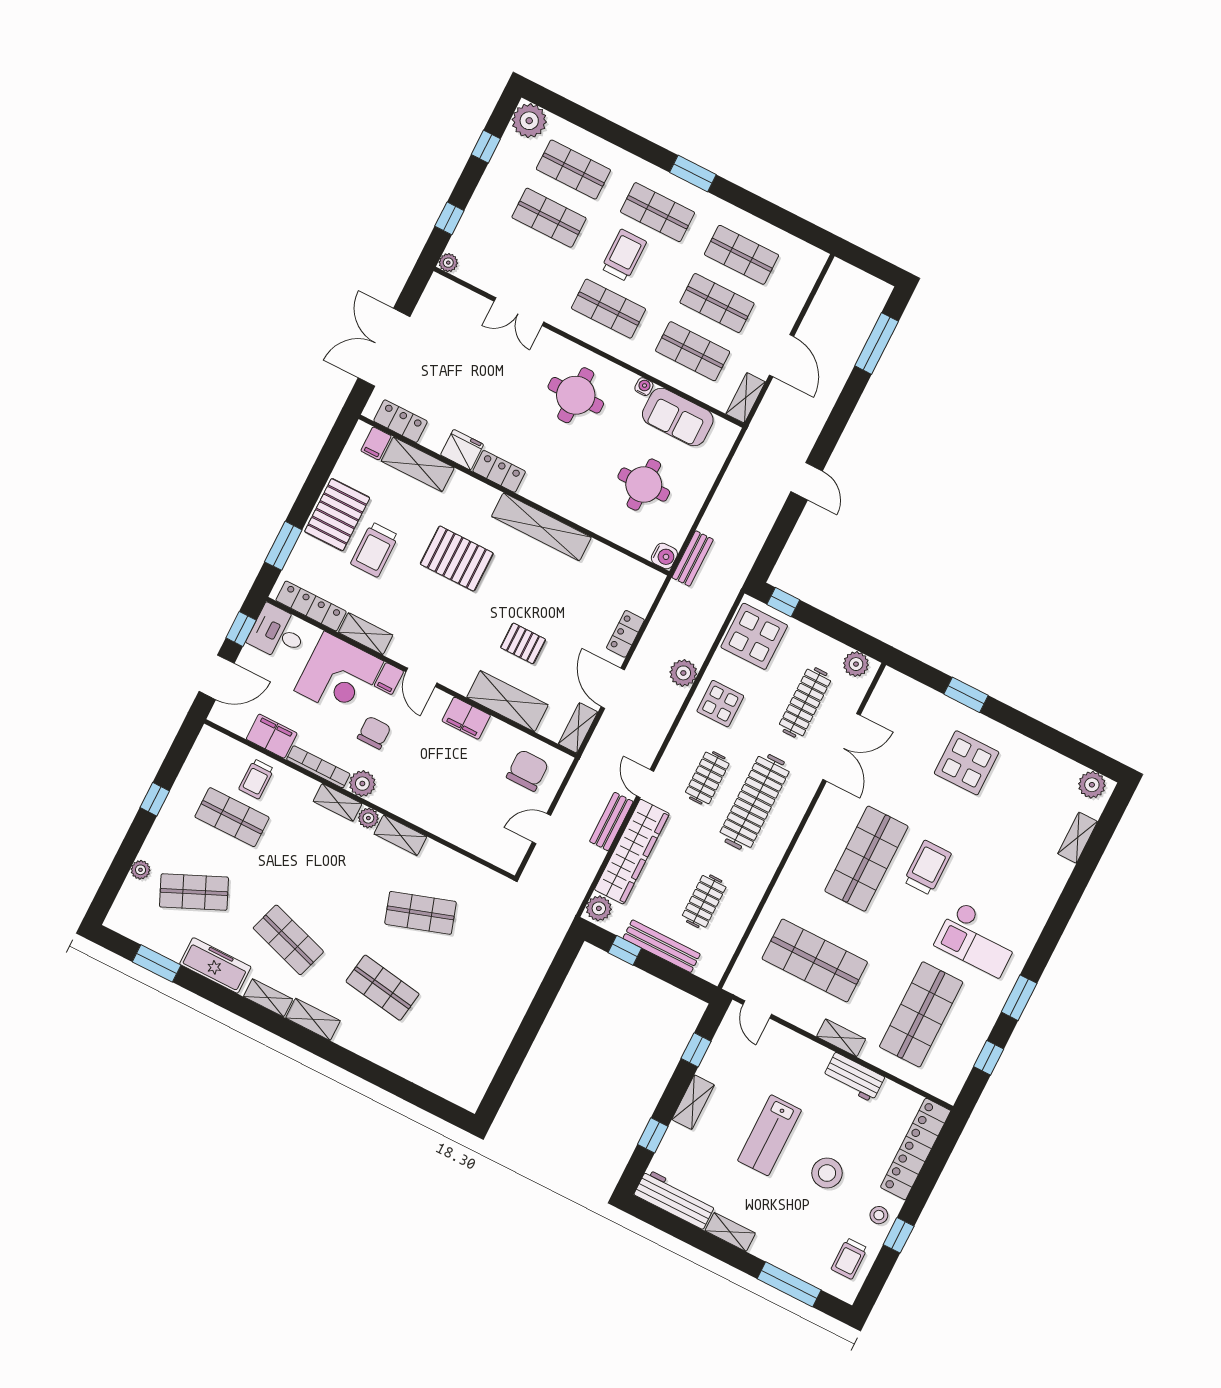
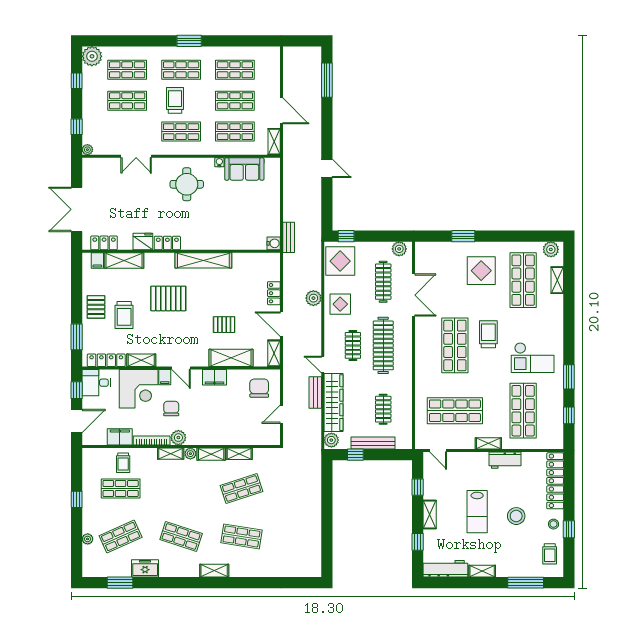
round table: (644, 485) -> (245, 212), removed
pallet: (337, 515) -> (96, 307), width x0.67, depth x0.71
shop shelf: (1024, 811) -> (523, 280), added
freezer: (215, 965) -> (145, 568), width x0.71
shelving: (268, 998) -> (239, 454), moved

